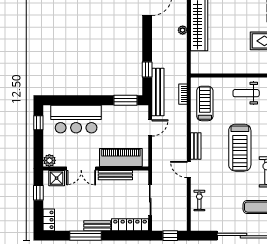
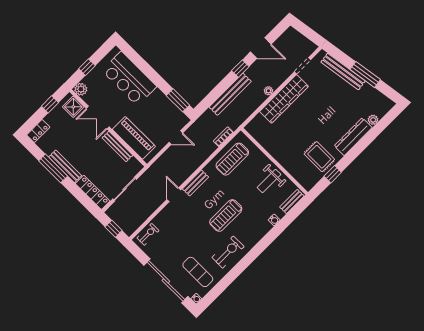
window: (147, 70) -> (240, 69), moved
bench: (158, 92) -> (230, 94), moved
weight bench: (246, 93) -> (269, 181), turned -90
treadmill: (205, 103) -> (232, 159), turned 180
window: (38, 123) -> (87, 67), moved
treadmill: (240, 148) -> (226, 215), width x0.73, depth x0.73
exercise bike: (199, 201) -> (148, 234), moved
bench: (97, 226) -> (65, 166), width x1.36

